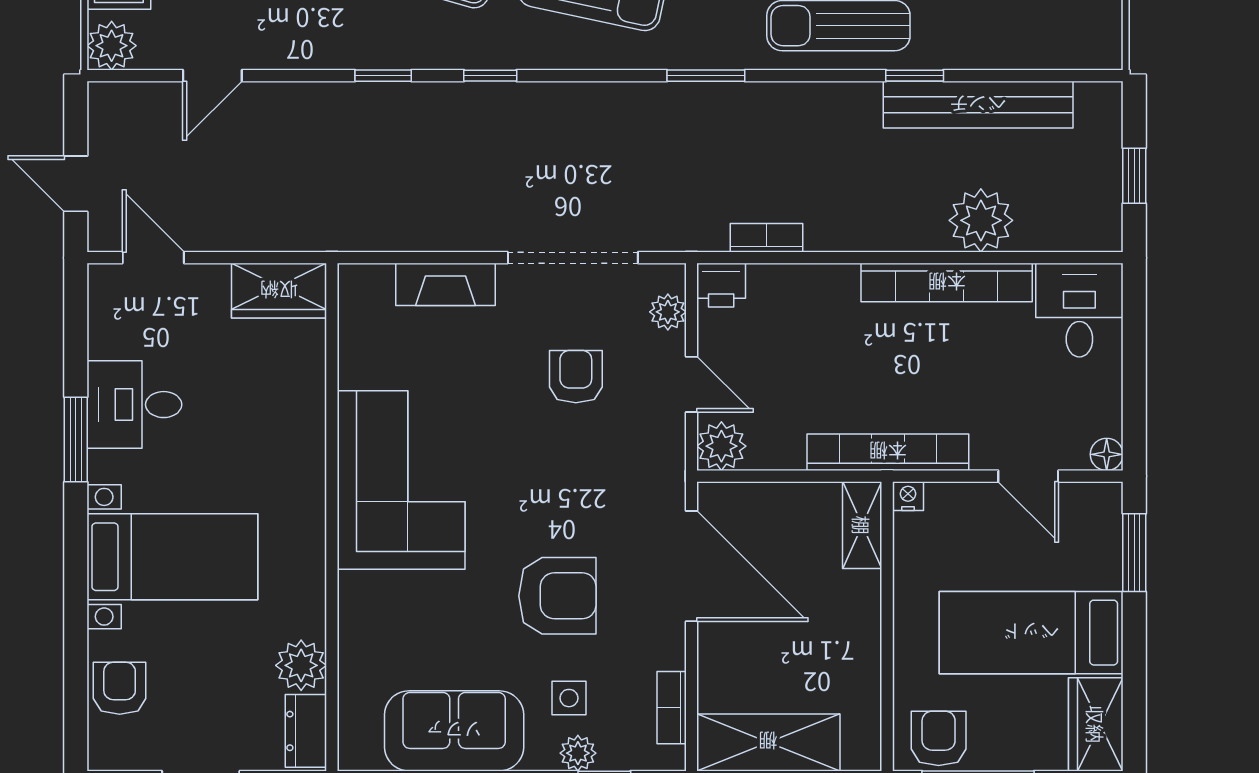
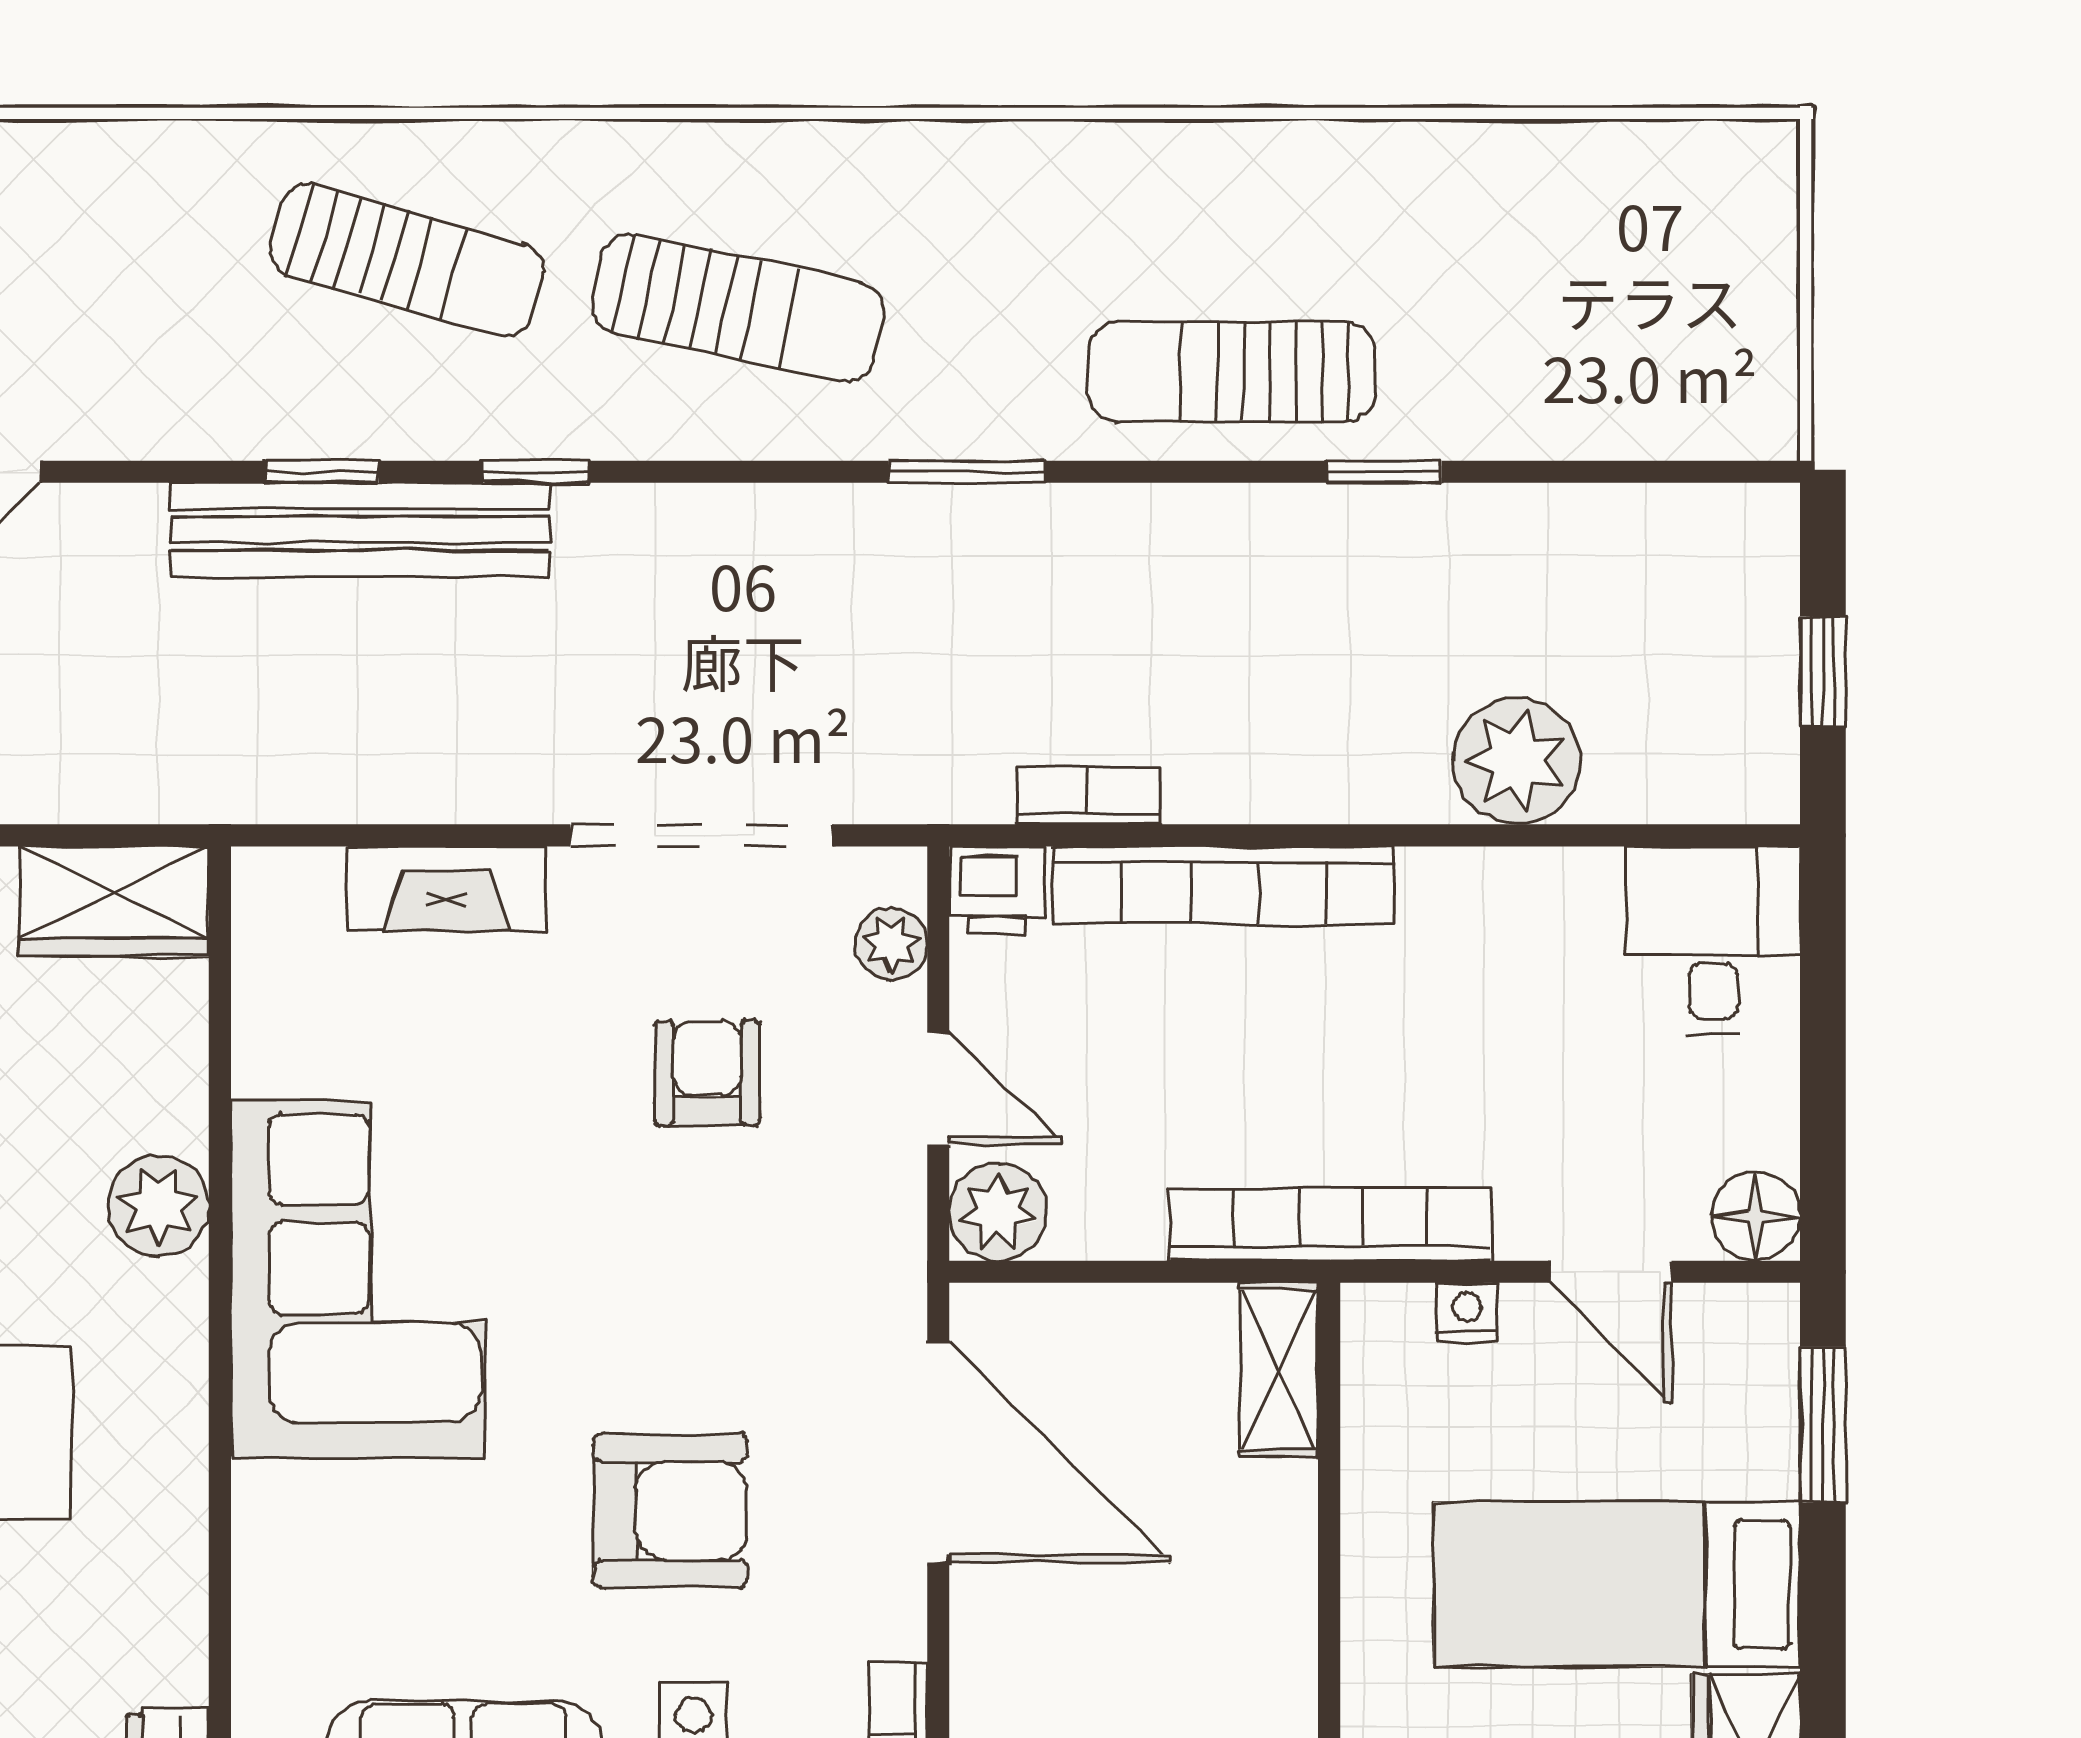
bench: (978, 105) -> (360, 530), moved
bookcase: (947, 283) -> (1224, 885), moved
floor lamp: (1107, 454) -> (1756, 1216), width x1.37, depth x1.37
nightstand: (908, 496) -> (1467, 1312), moved
plant: (301, 665) -> (158, 1206), moved

